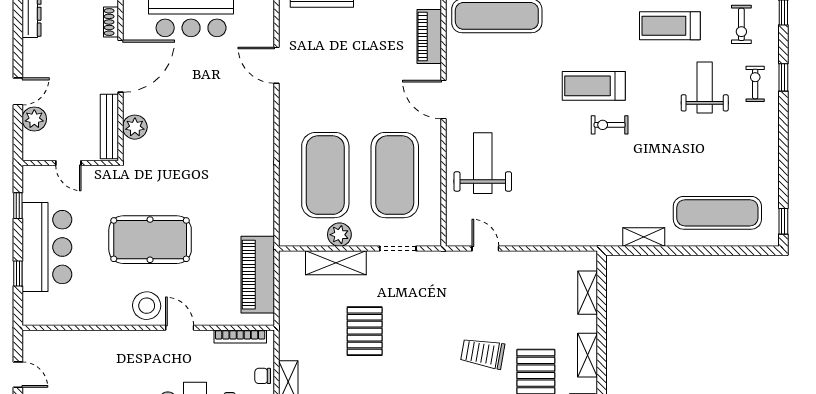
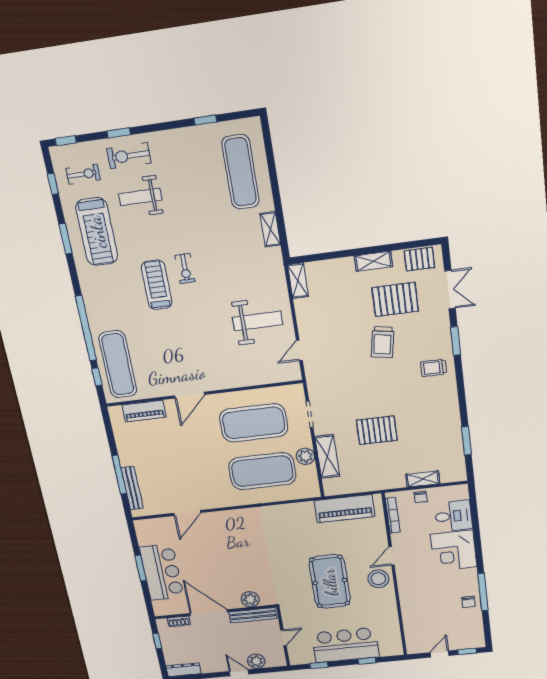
treadmill: (670, 26) -> (97, 232), width x1.37, depth x1.38
exercise bike: (755, 84) -> (129, 156), width x1.38, depth x1.39
treadmill: (594, 86) -> (157, 285), turned 180
weight bench: (483, 163) -> (257, 321), moved, turned 180
window: (783, 221) -> (205, 120), moved
shelving: (588, 293) -> (298, 281), moved, turned 90

